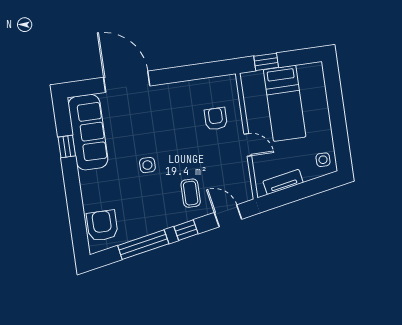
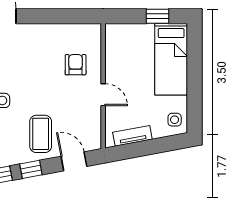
window: (266, 62) -> (158, 16), moved
bed: (285, 103) -> (171, 59), moved
coffee table: (191, 193) -> (41, 134), width x1.36, depth x1.30

